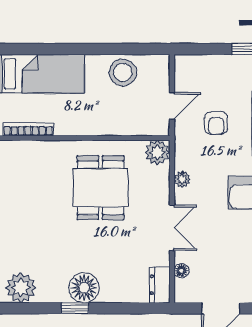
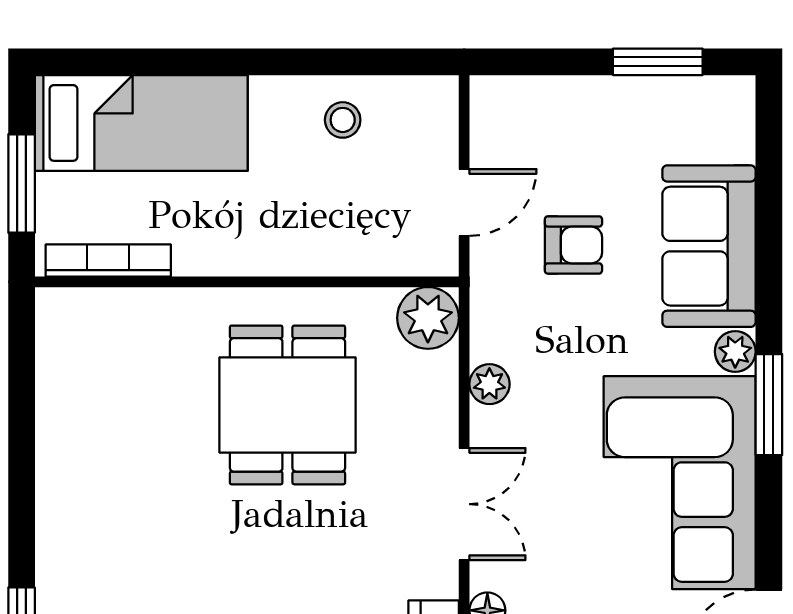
stool: (123, 73) -> (343, 120), width x0.53, depth x0.53
armchair: (216, 123) -> (573, 245), turned -90

